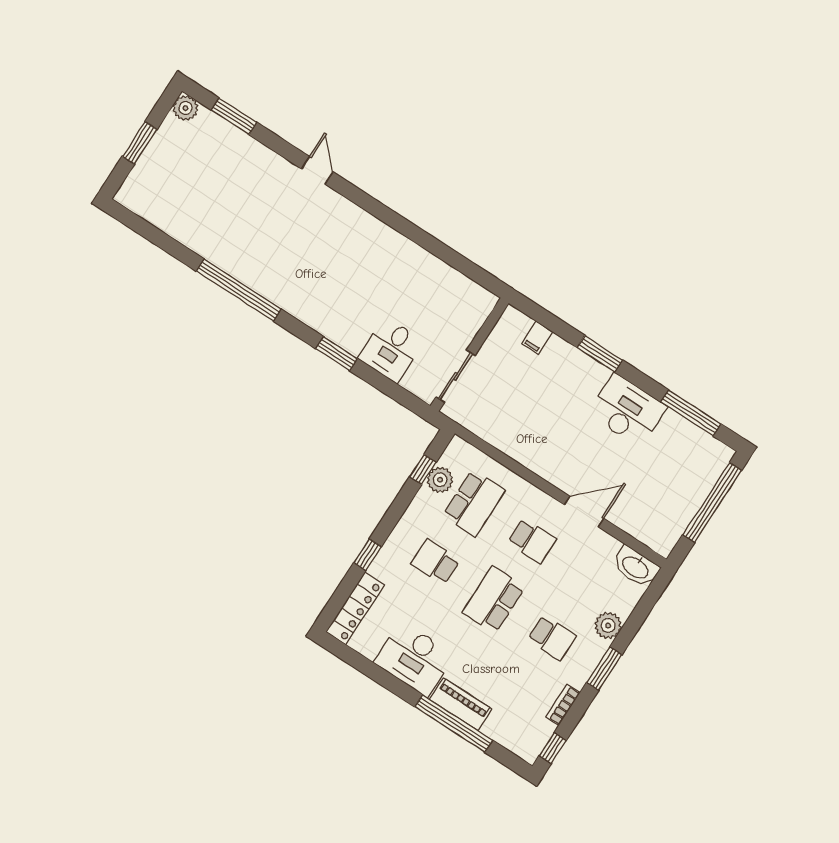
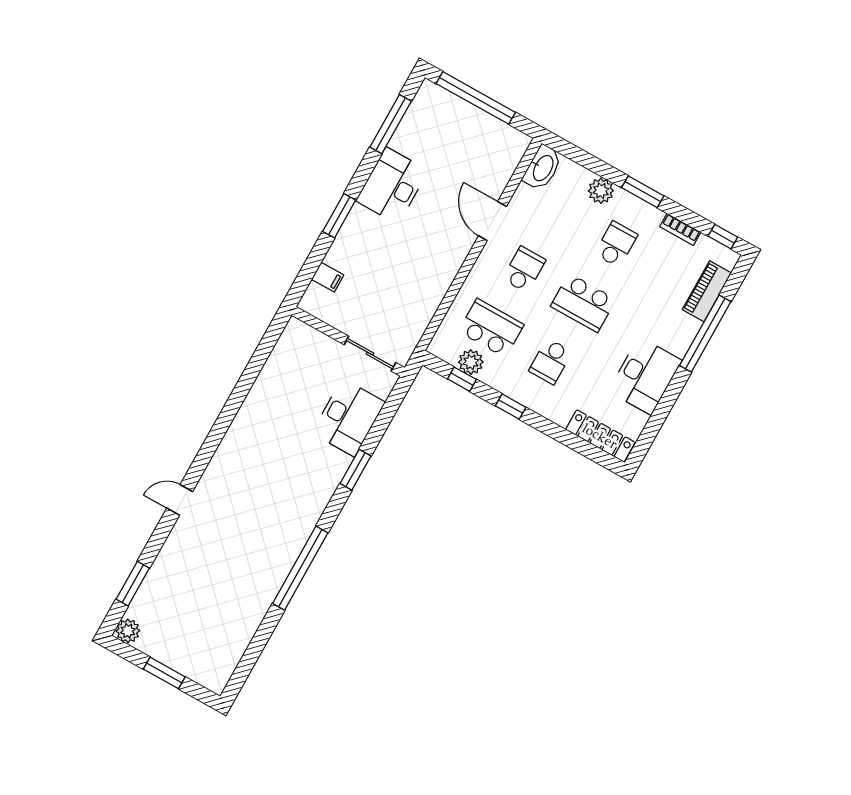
desk: (391, 350) -> (348, 418), width x1.37
window: (368, 555) -> (511, 407), moved
piano: (461, 704) -> (707, 291), moved

